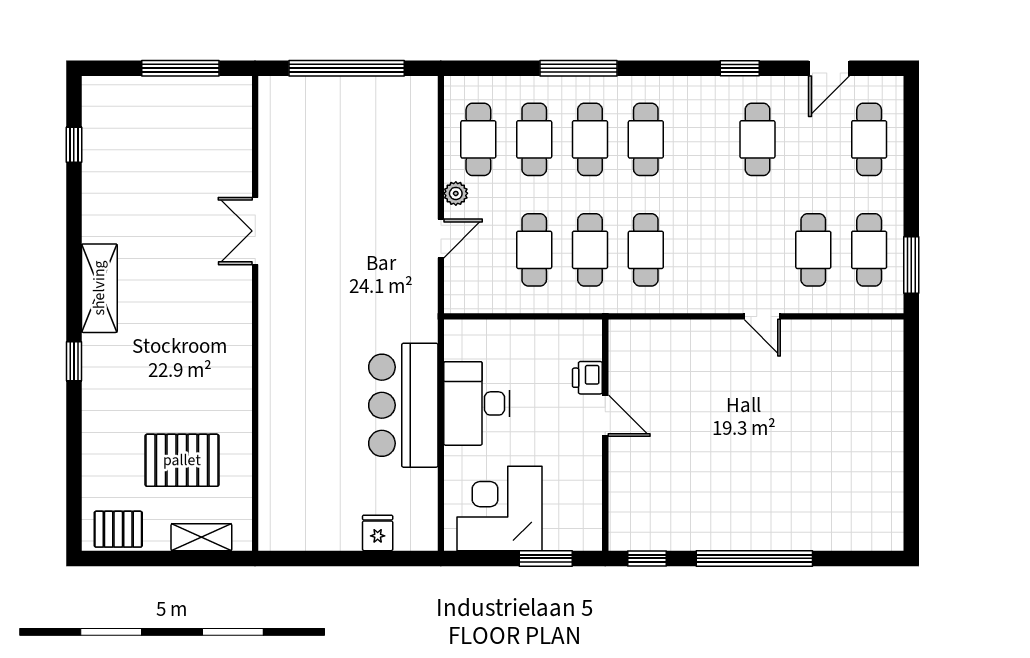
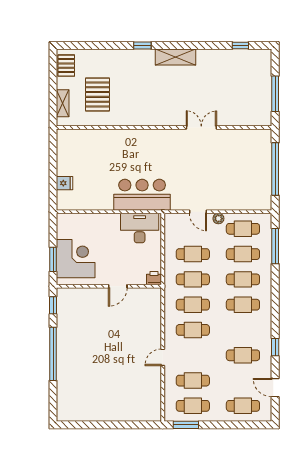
window: (578, 68) -> (275, 246), moved
cafe table: (702, 250) -> (193, 330), added
printer: (587, 378) -> (154, 278), moved
desk: (477, 403) -> (140, 228), moved
bar counter: (403, 405) -> (142, 195), moved
corner desk: (499, 509) -> (76, 259), moved

